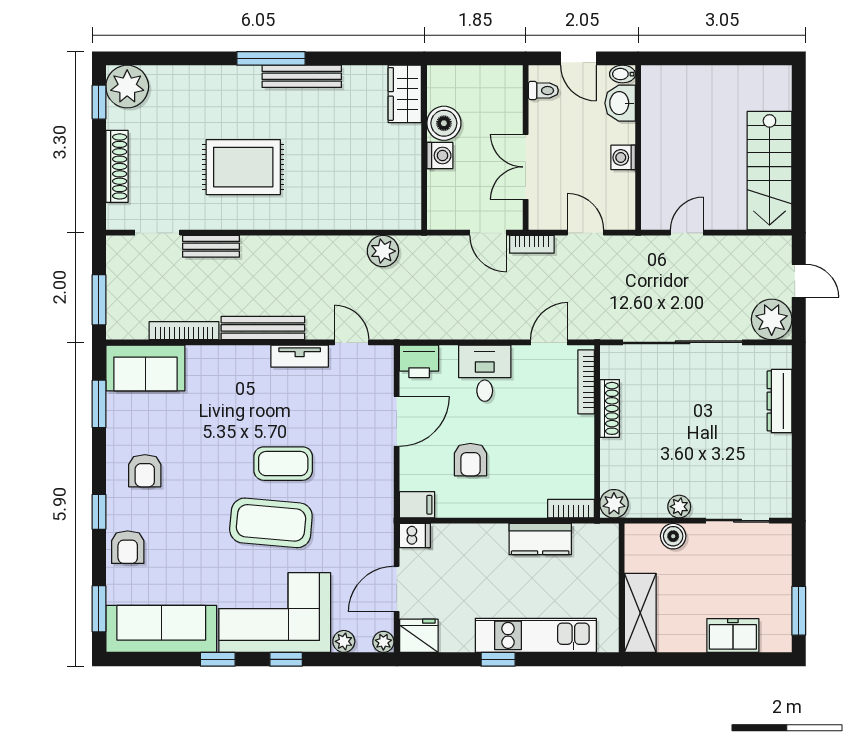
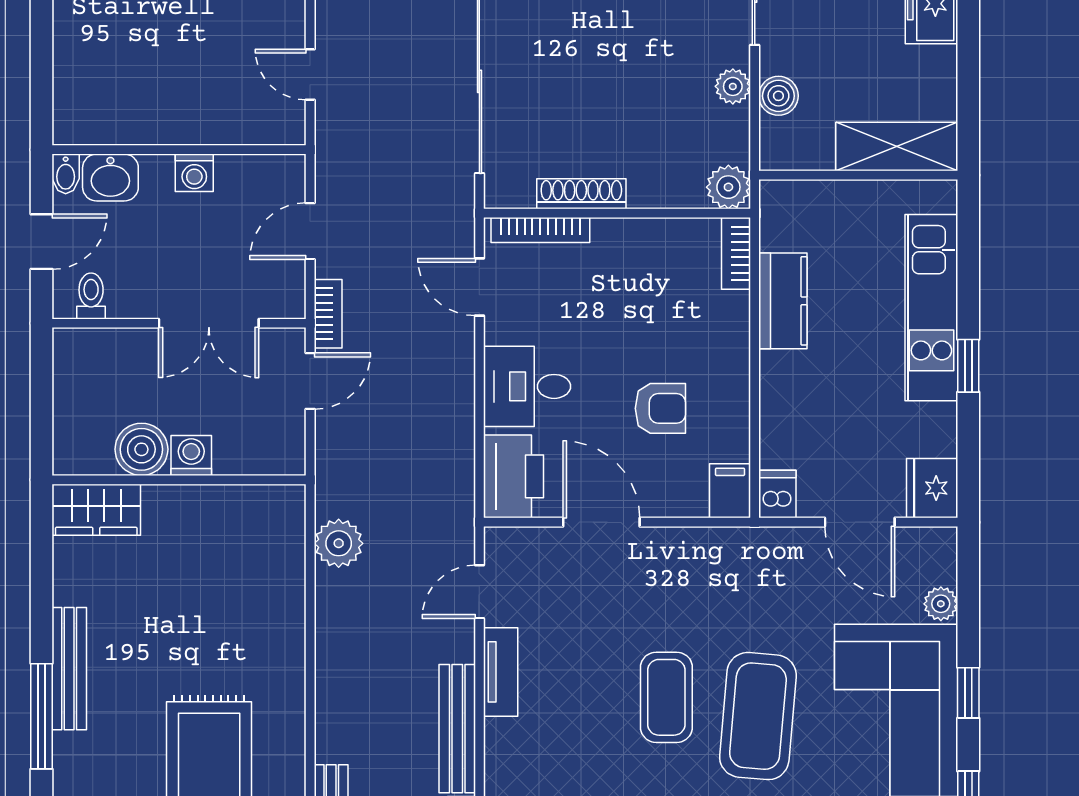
printer: (419, 361) -> (514, 476), width x1.37, depth x1.19
plant: (383, 642) -> (941, 543), removed

